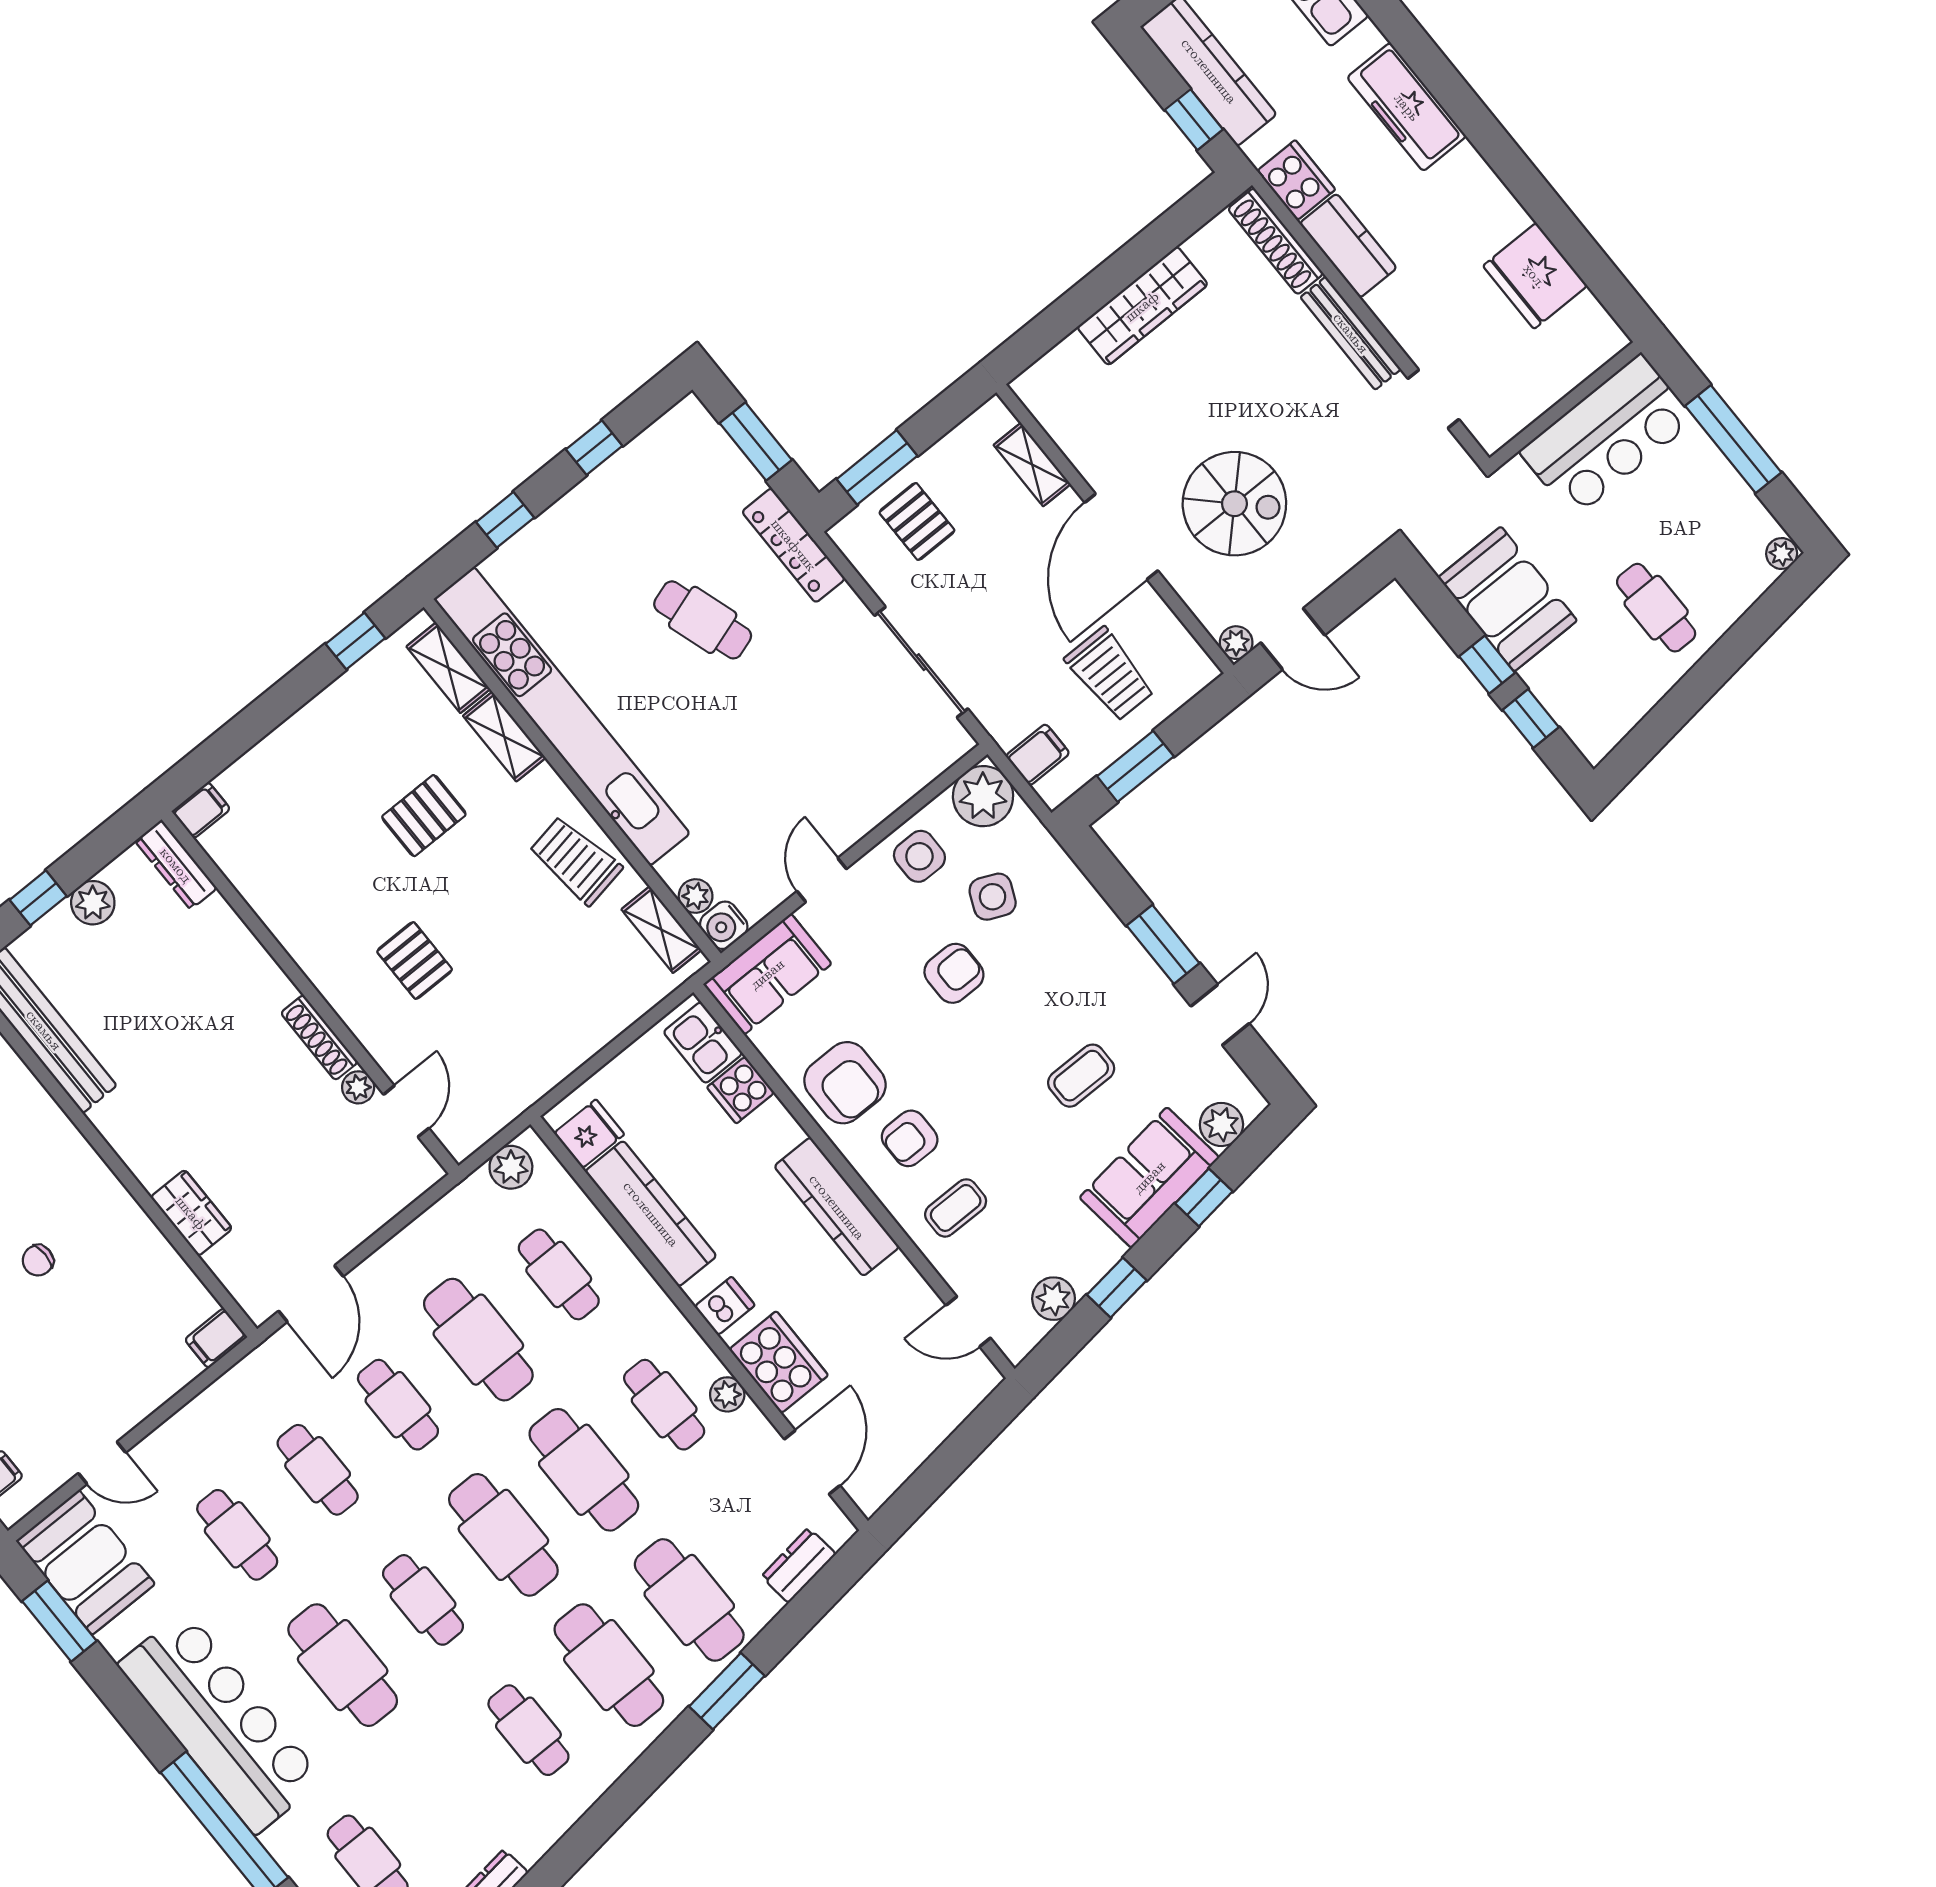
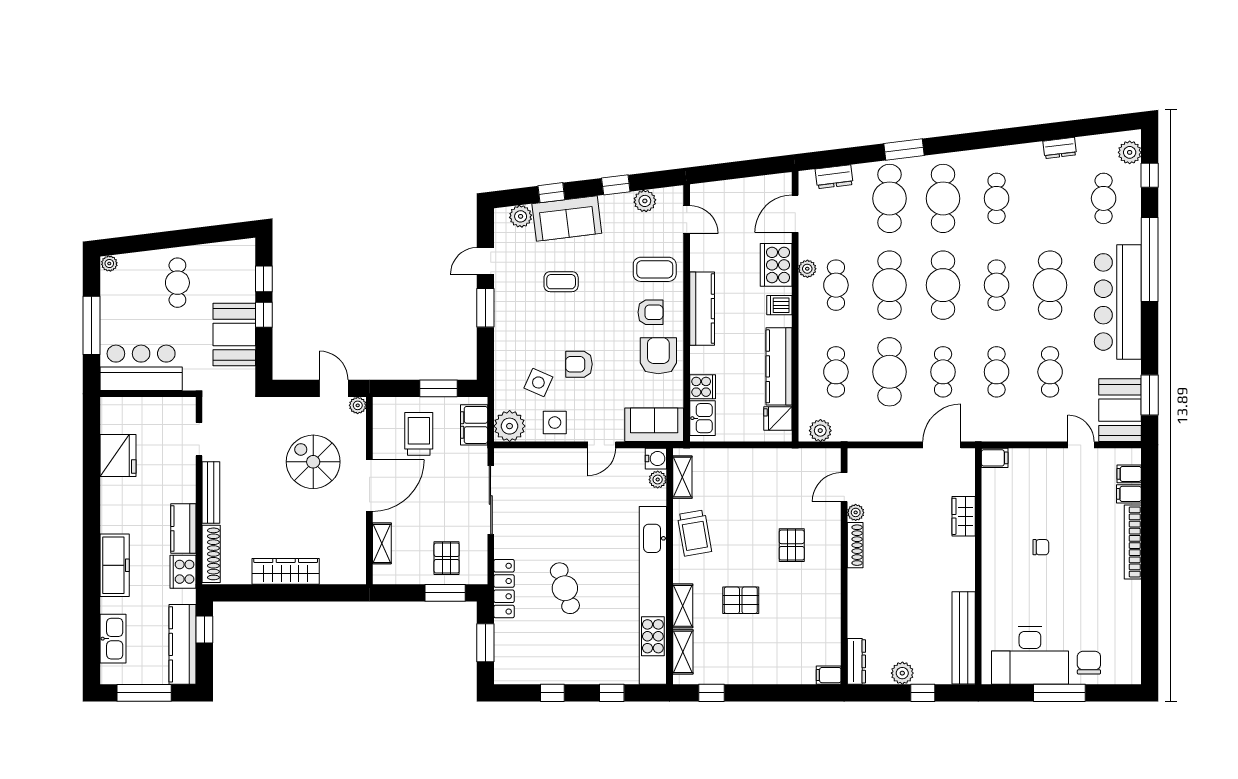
filing cabinet: (1038, 755) -> (474, 425), width x2.00
coffee table: (956, 1208) -> (655, 269), width x1.36, depth x1.30

